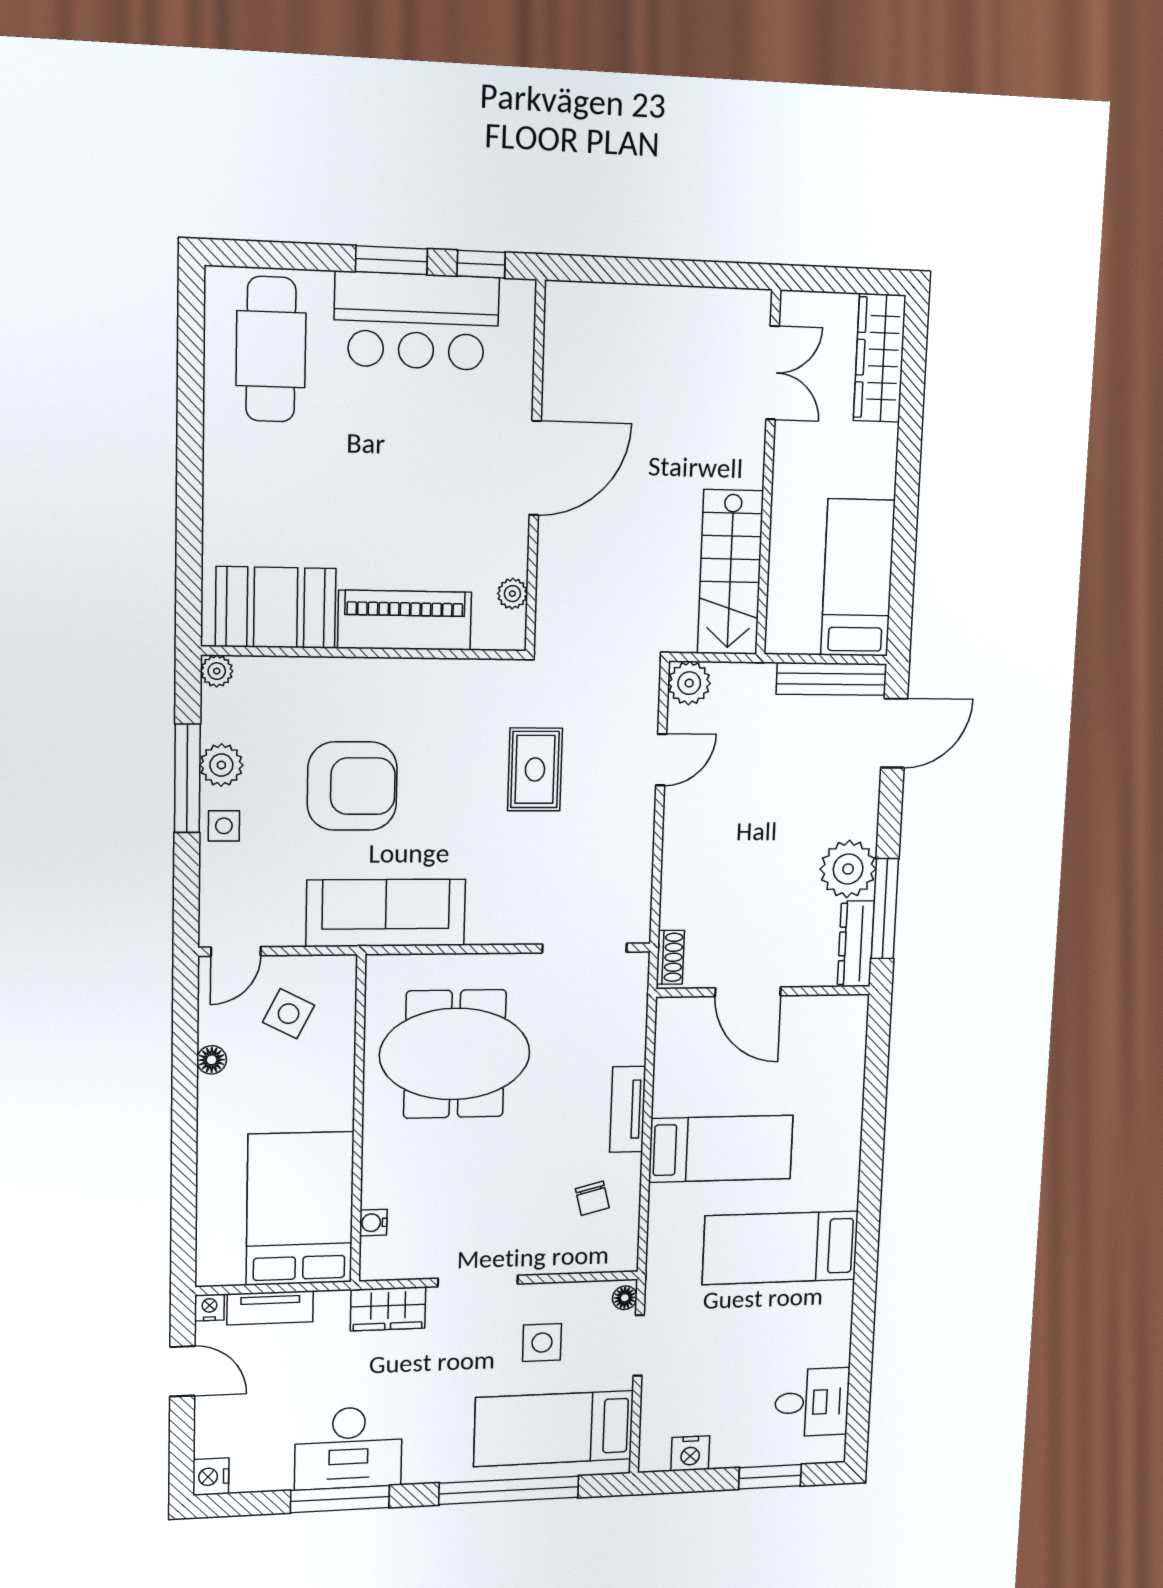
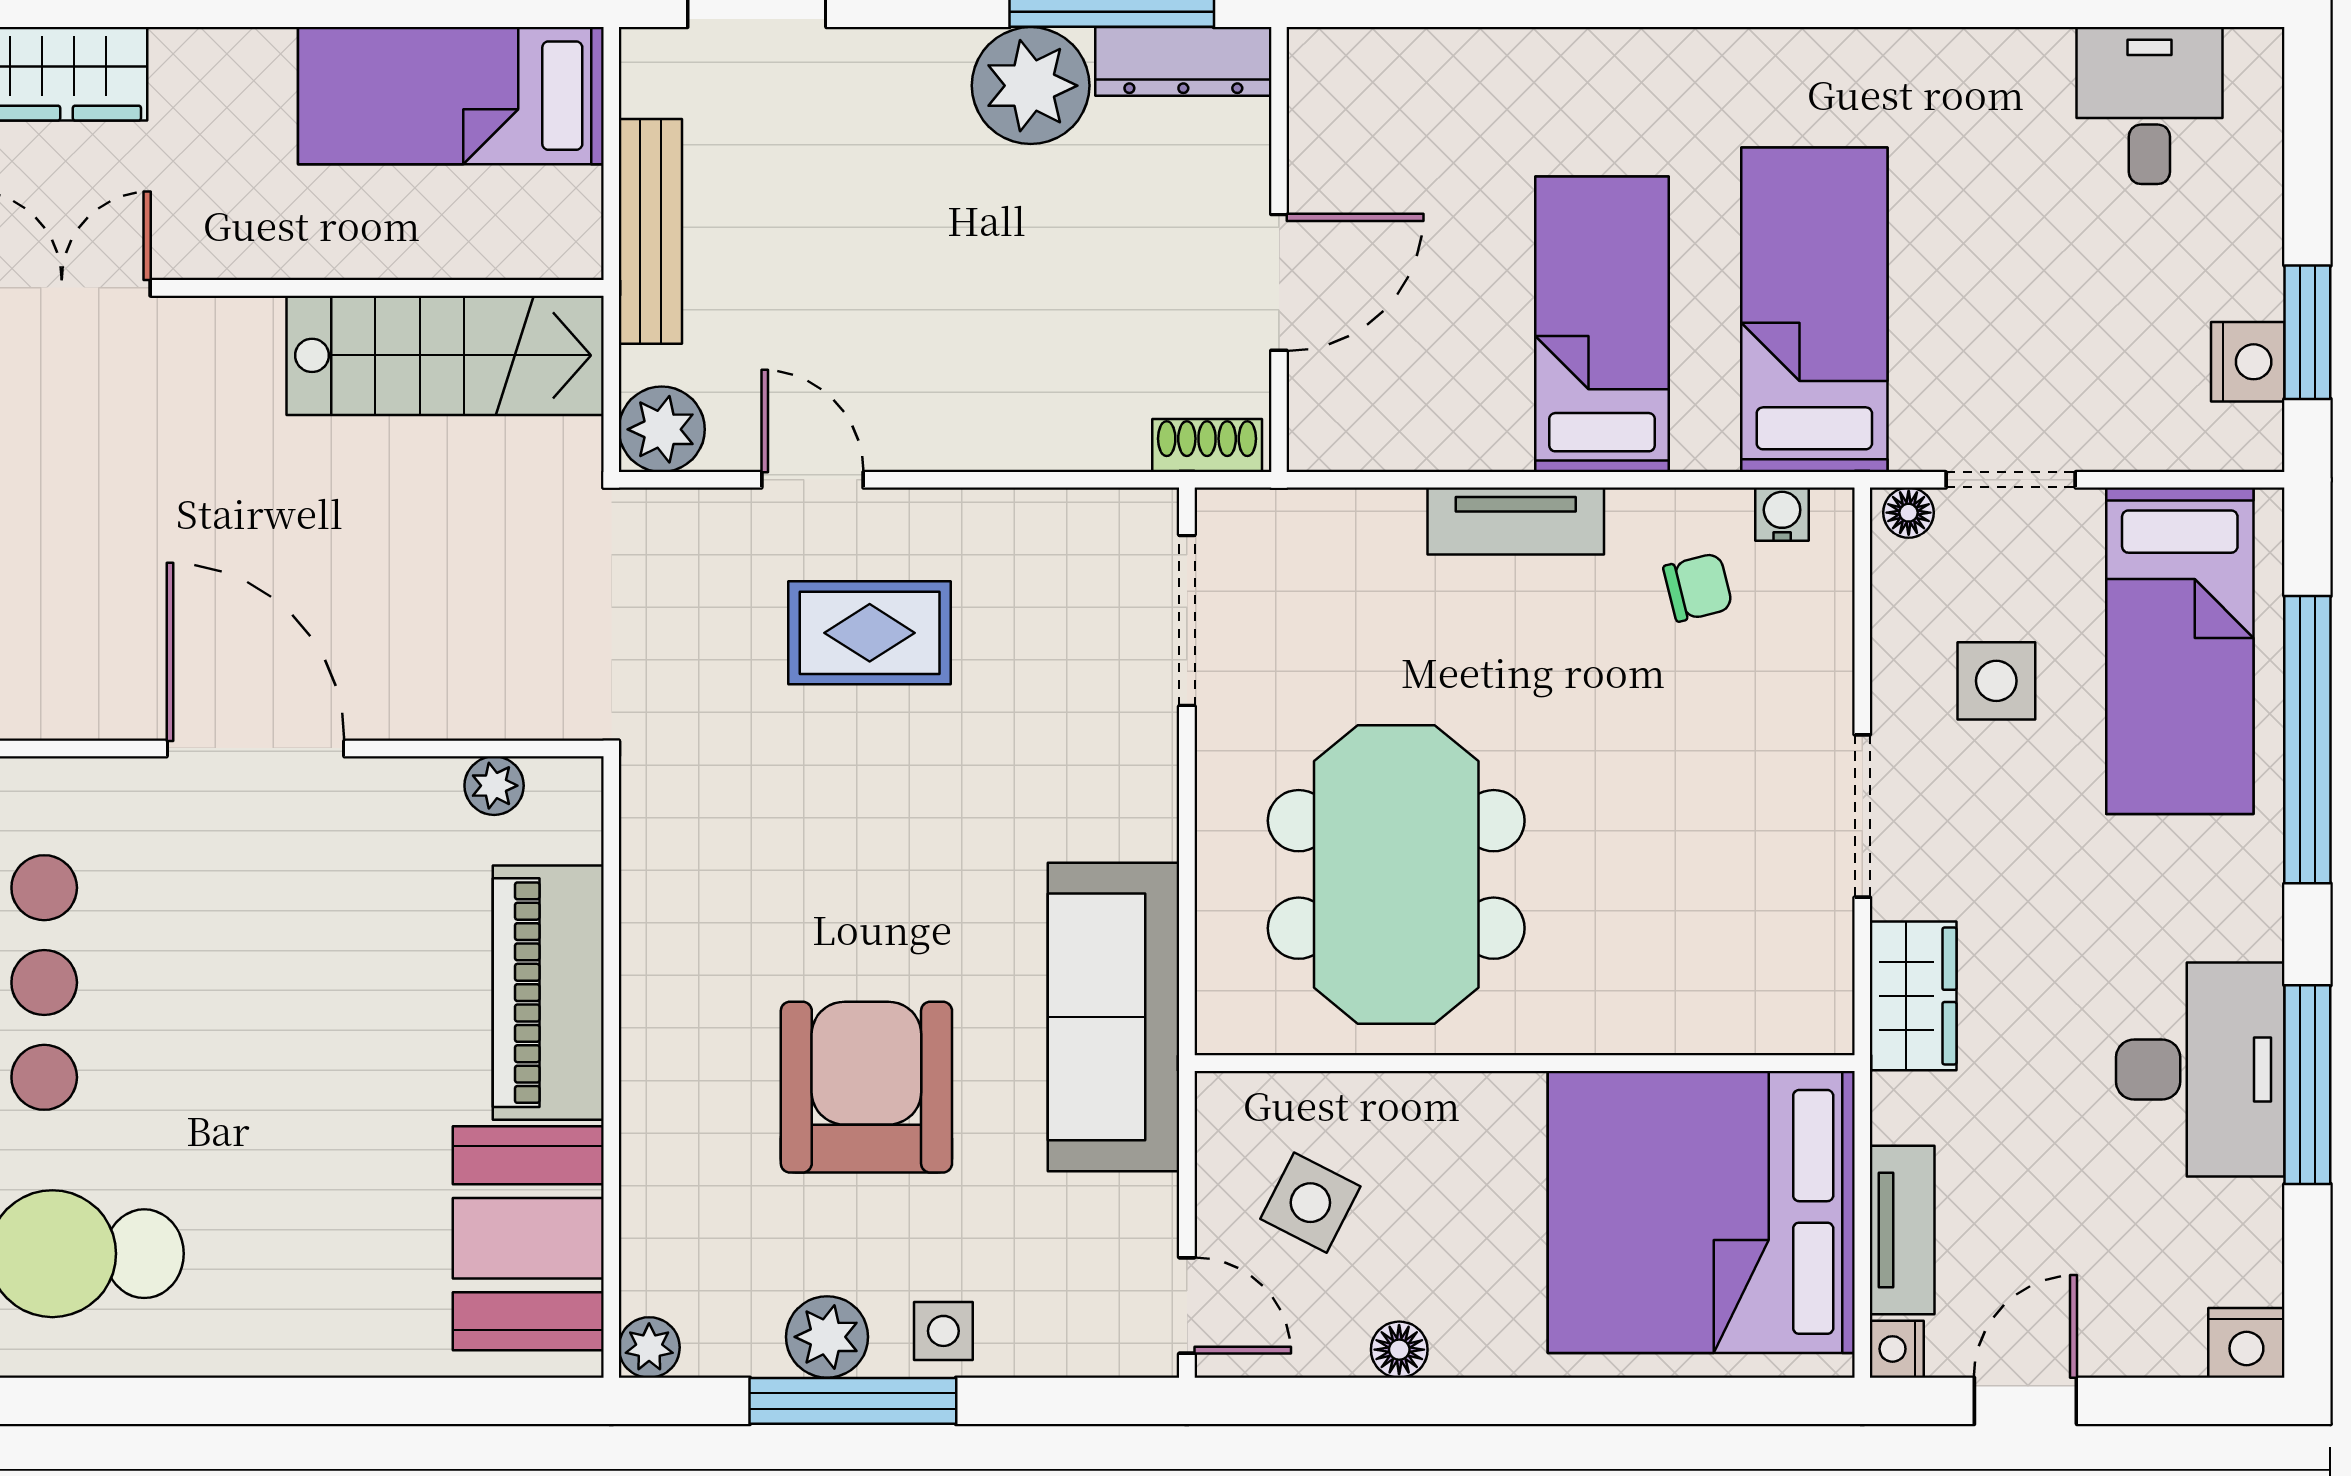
bench: (832, 679) -> (650, 231), moved
rug: (535, 769) -> (870, 633), moved
bed: (300, 1208) -> (1701, 1212), width x1.36
water cooler: (373, 1223) -> (1782, 514), moved, turned 180
bed: (780, 1248) -> (1814, 310), moved, turned 180
window: (770, 1477) -> (2307, 332), moved

